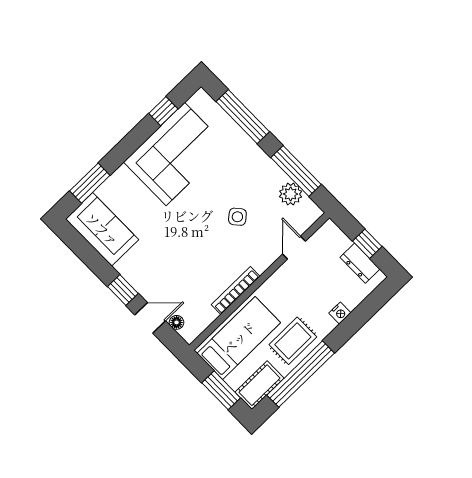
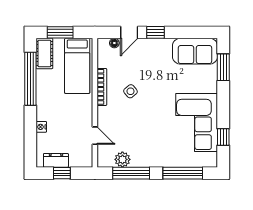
side table: (237, 217) -> (131, 91), moved
rug: (293, 341) -> (50, 91), removed

